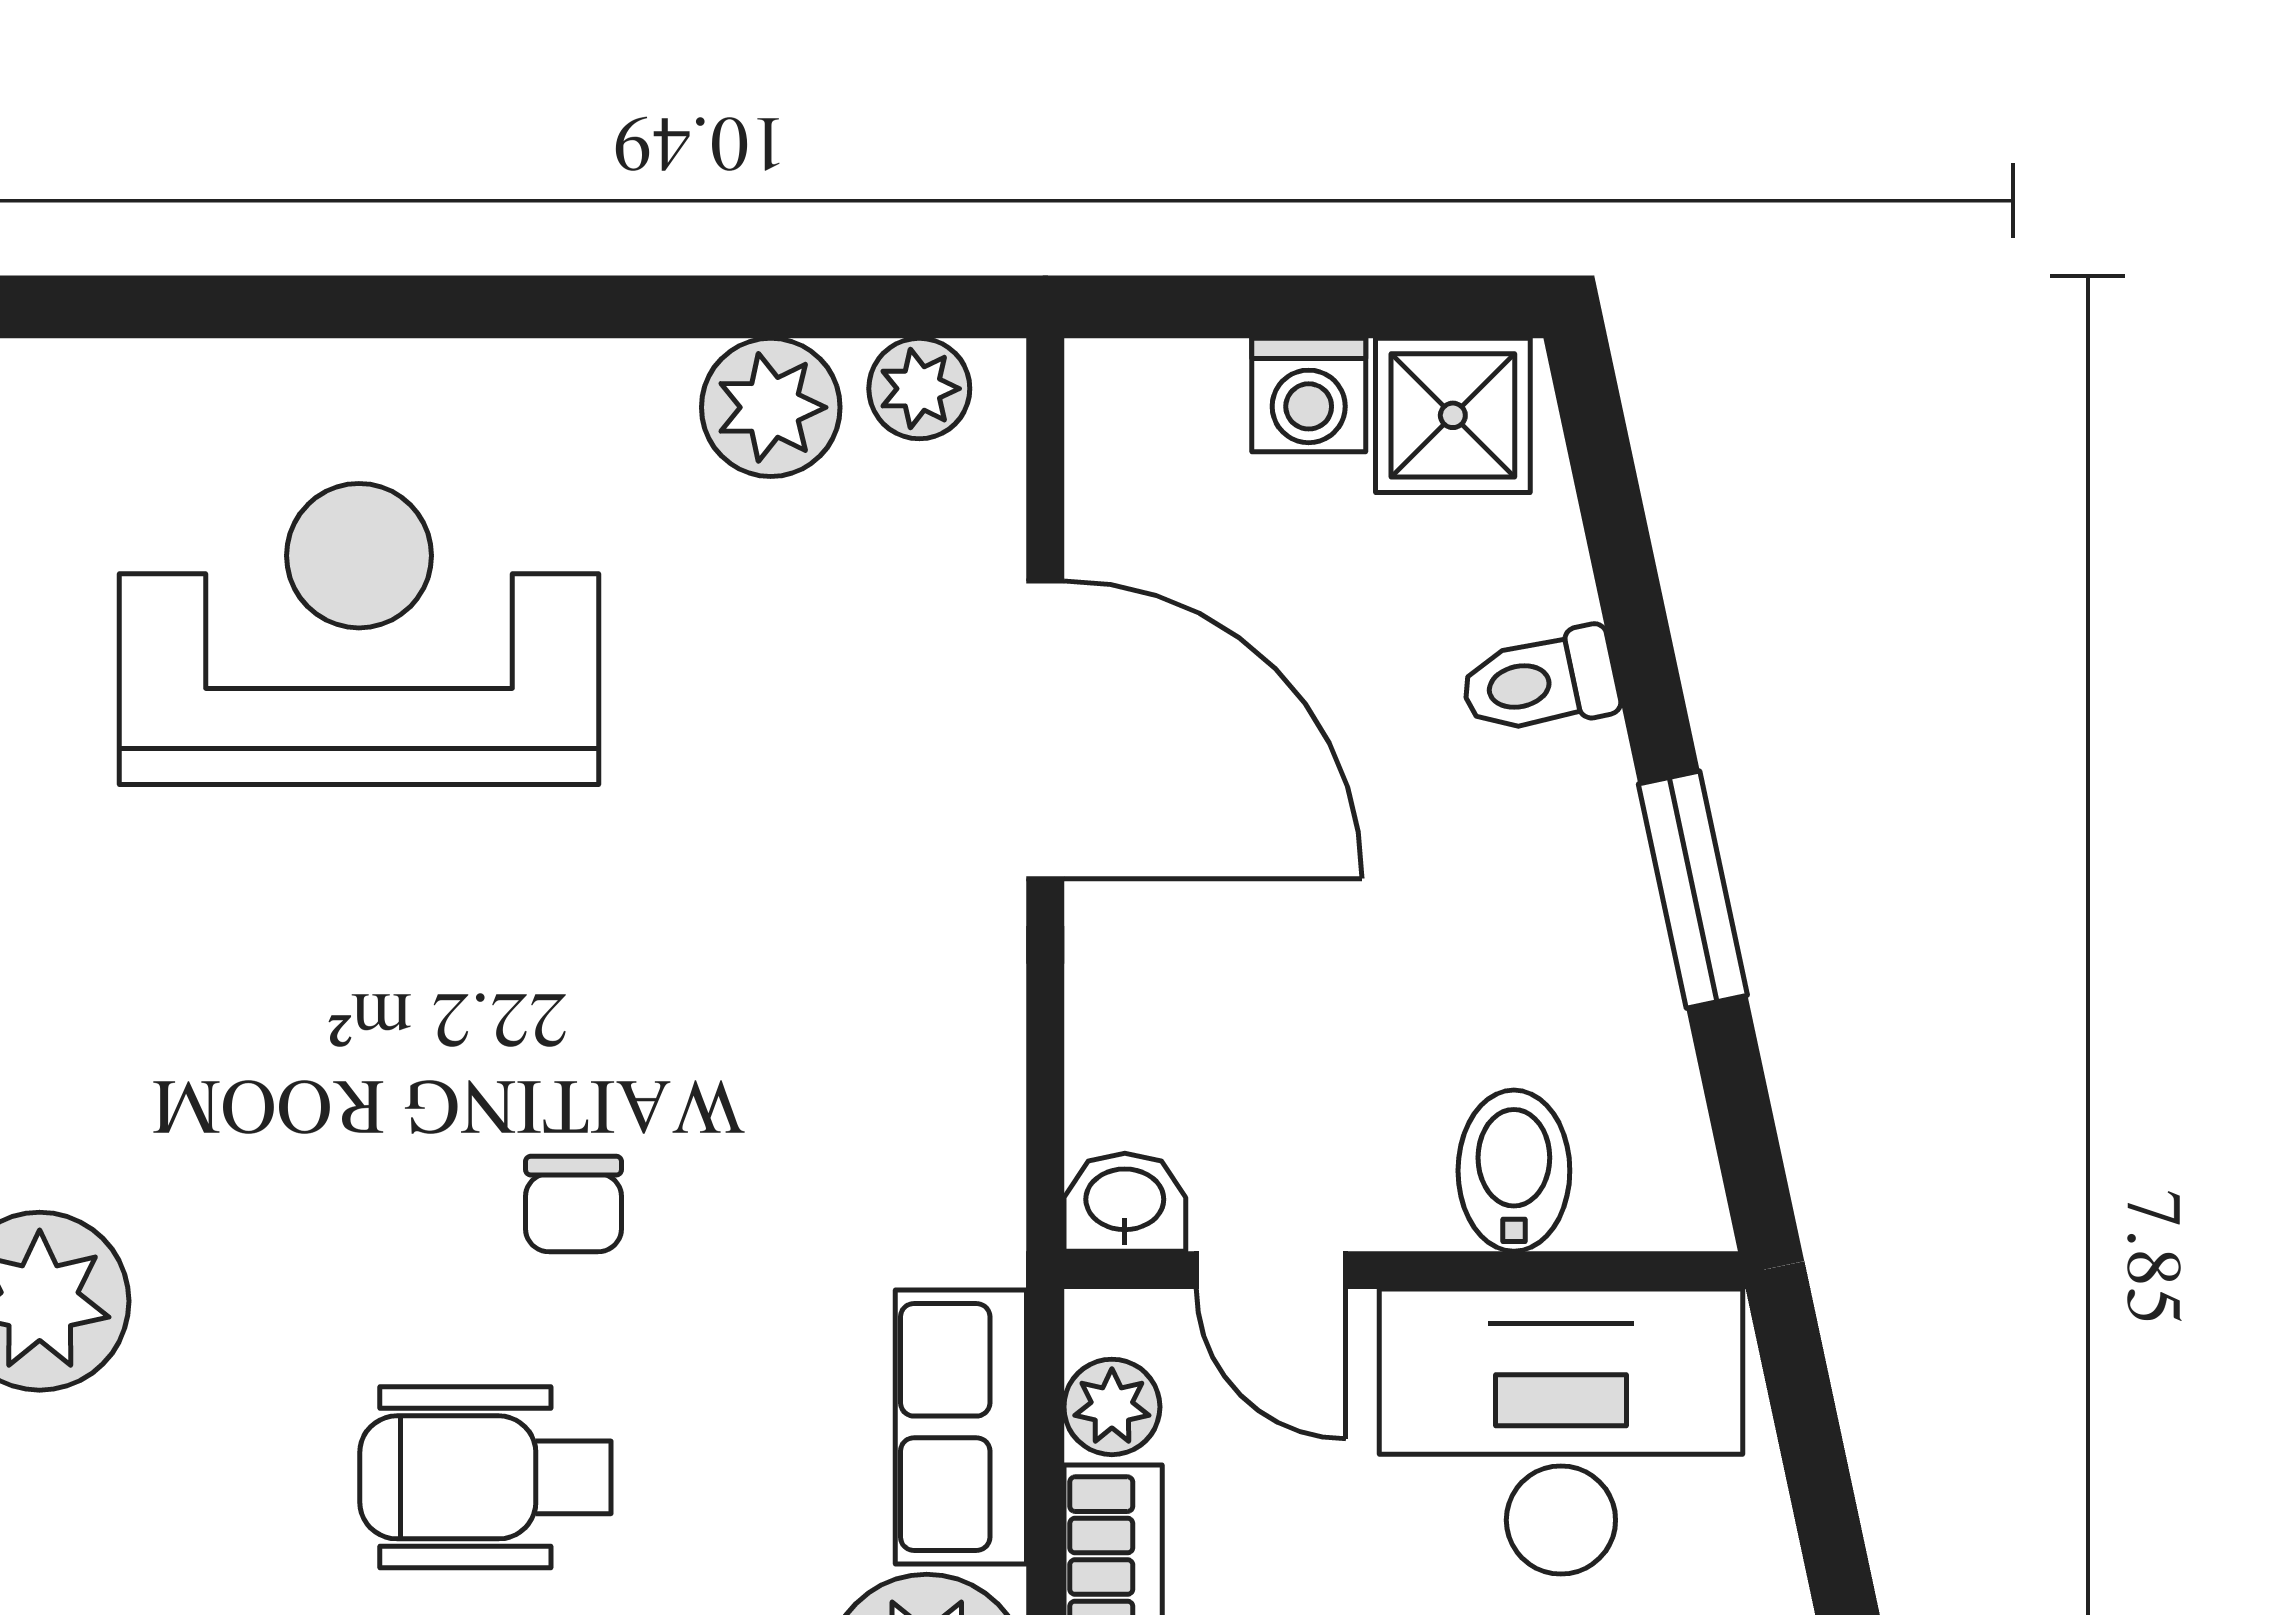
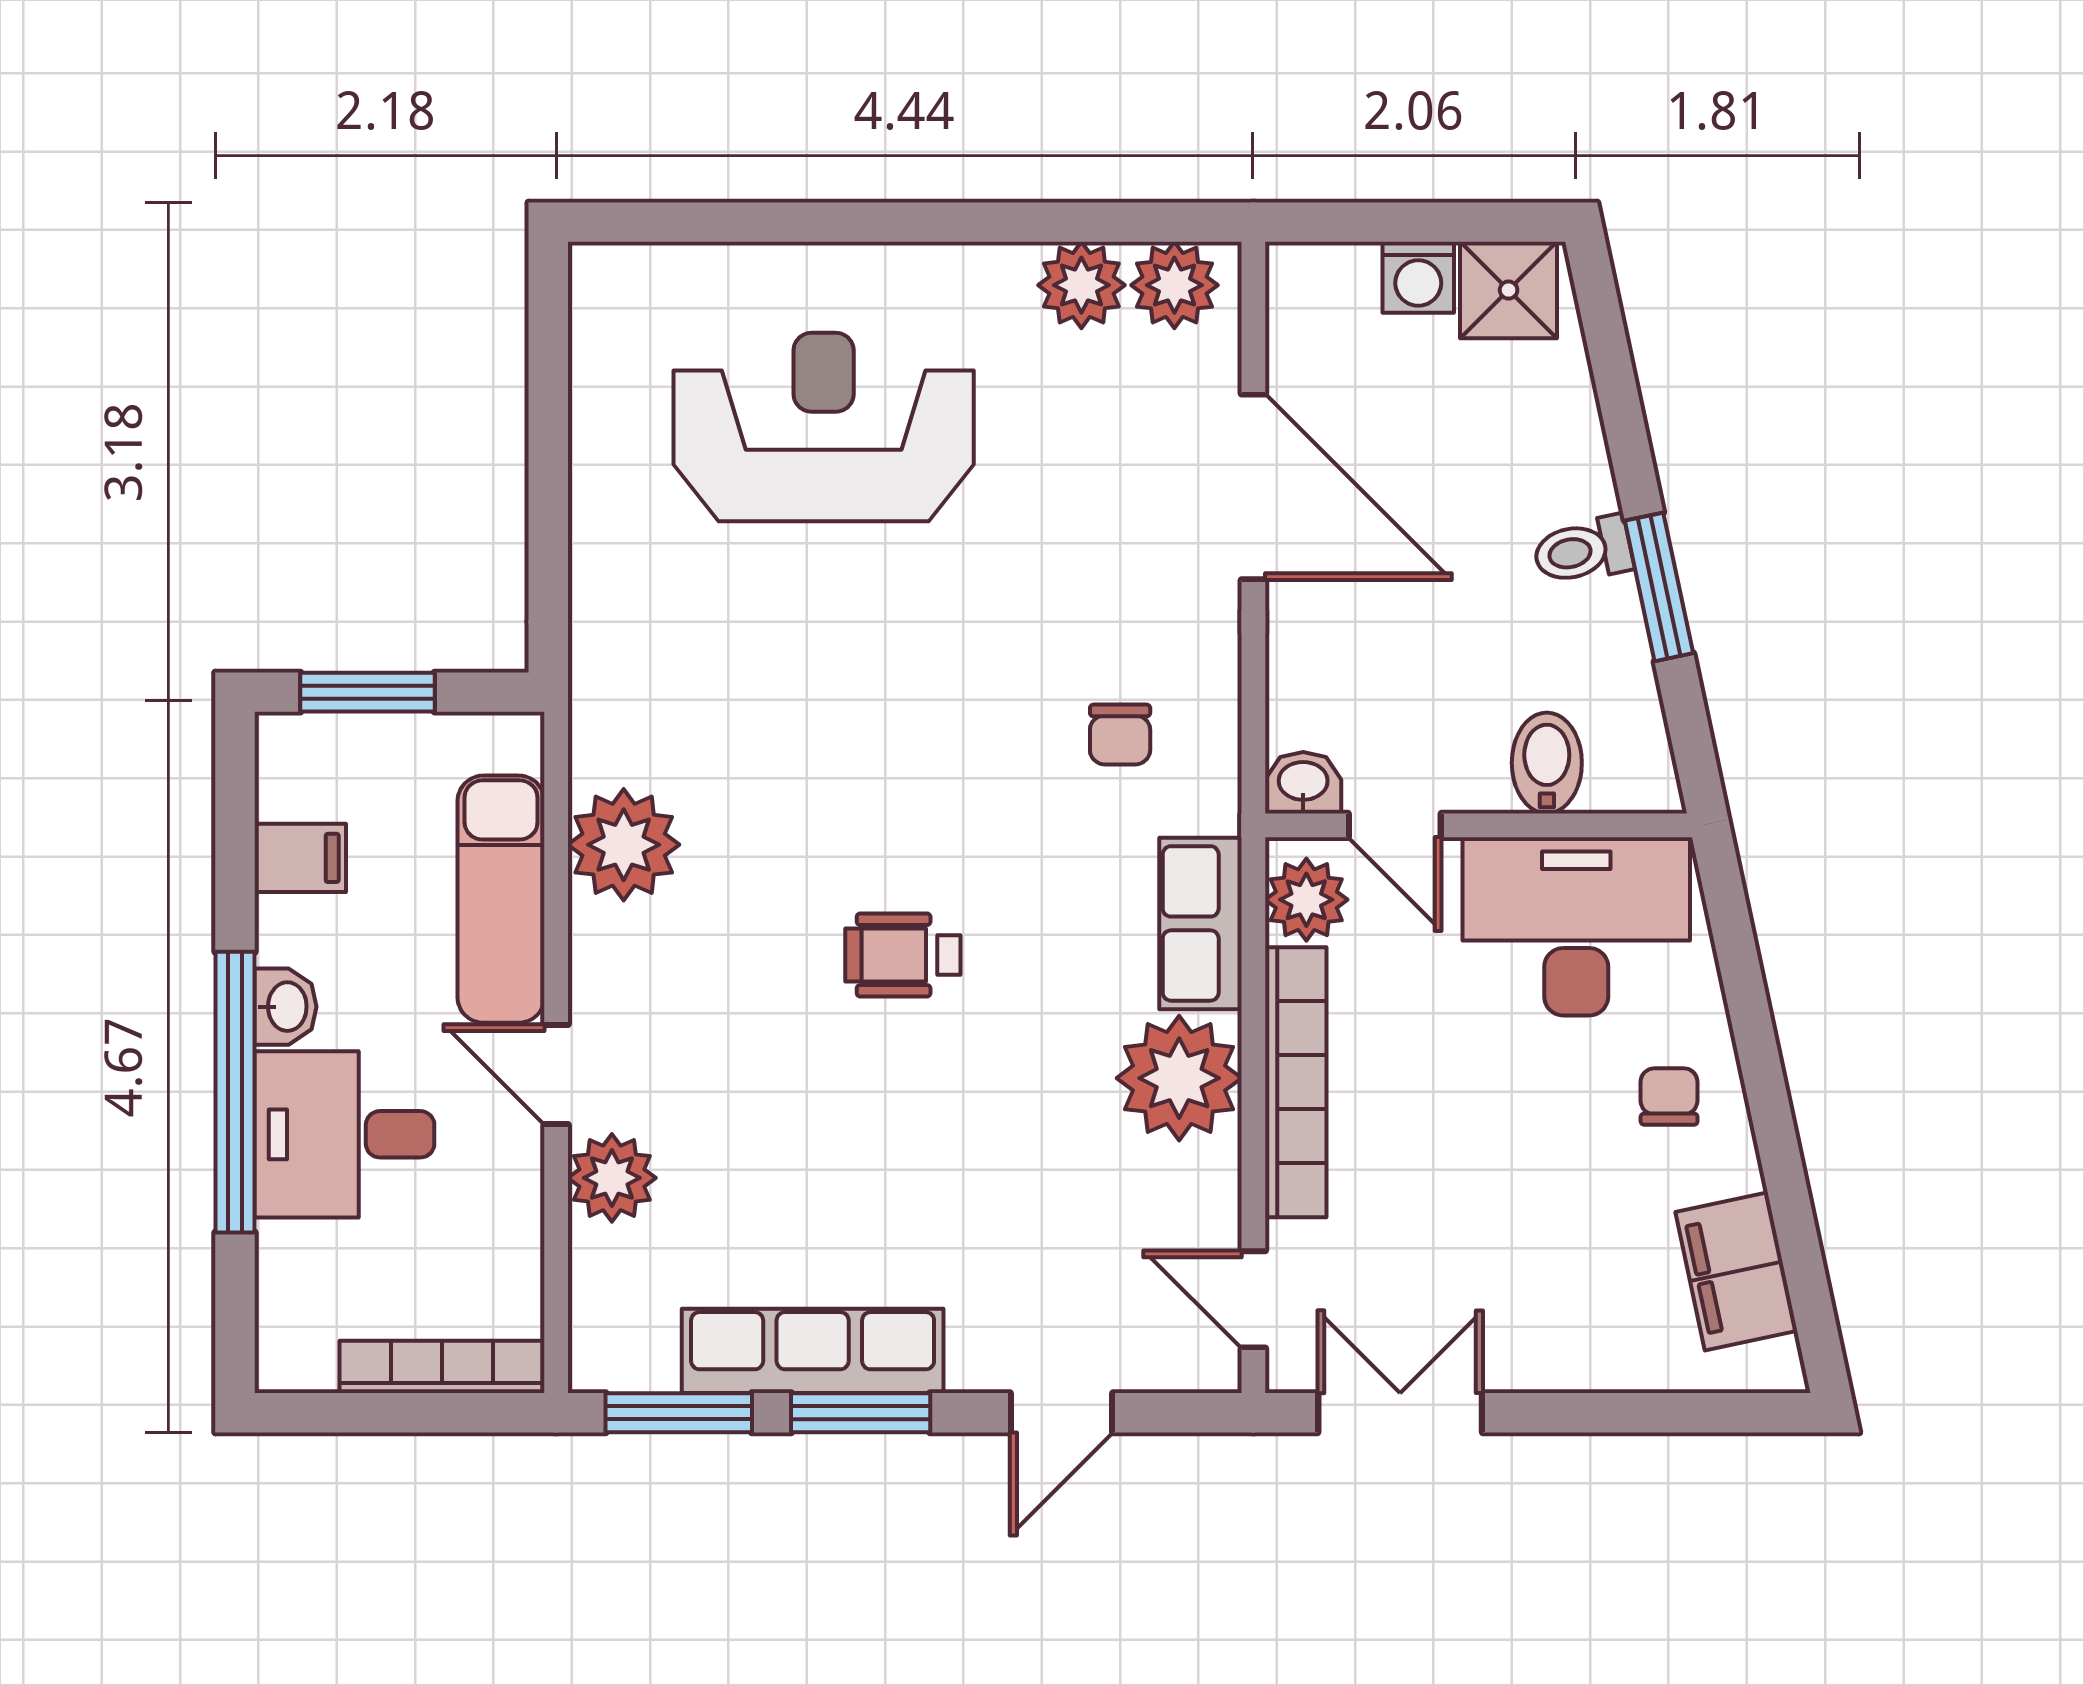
plant: (919, 389) -> (1174, 285), width x1.38, depth x1.38
toilet: (1540, 682) -> (1583, 551), moved
chair: (574, 1204) -> (1120, 734), moved
plant: (1112, 1407) -> (1306, 900), width x1.38, depth x1.38
wheelchair: (485, 1477) -> (903, 955), width x0.73, depth x0.73

